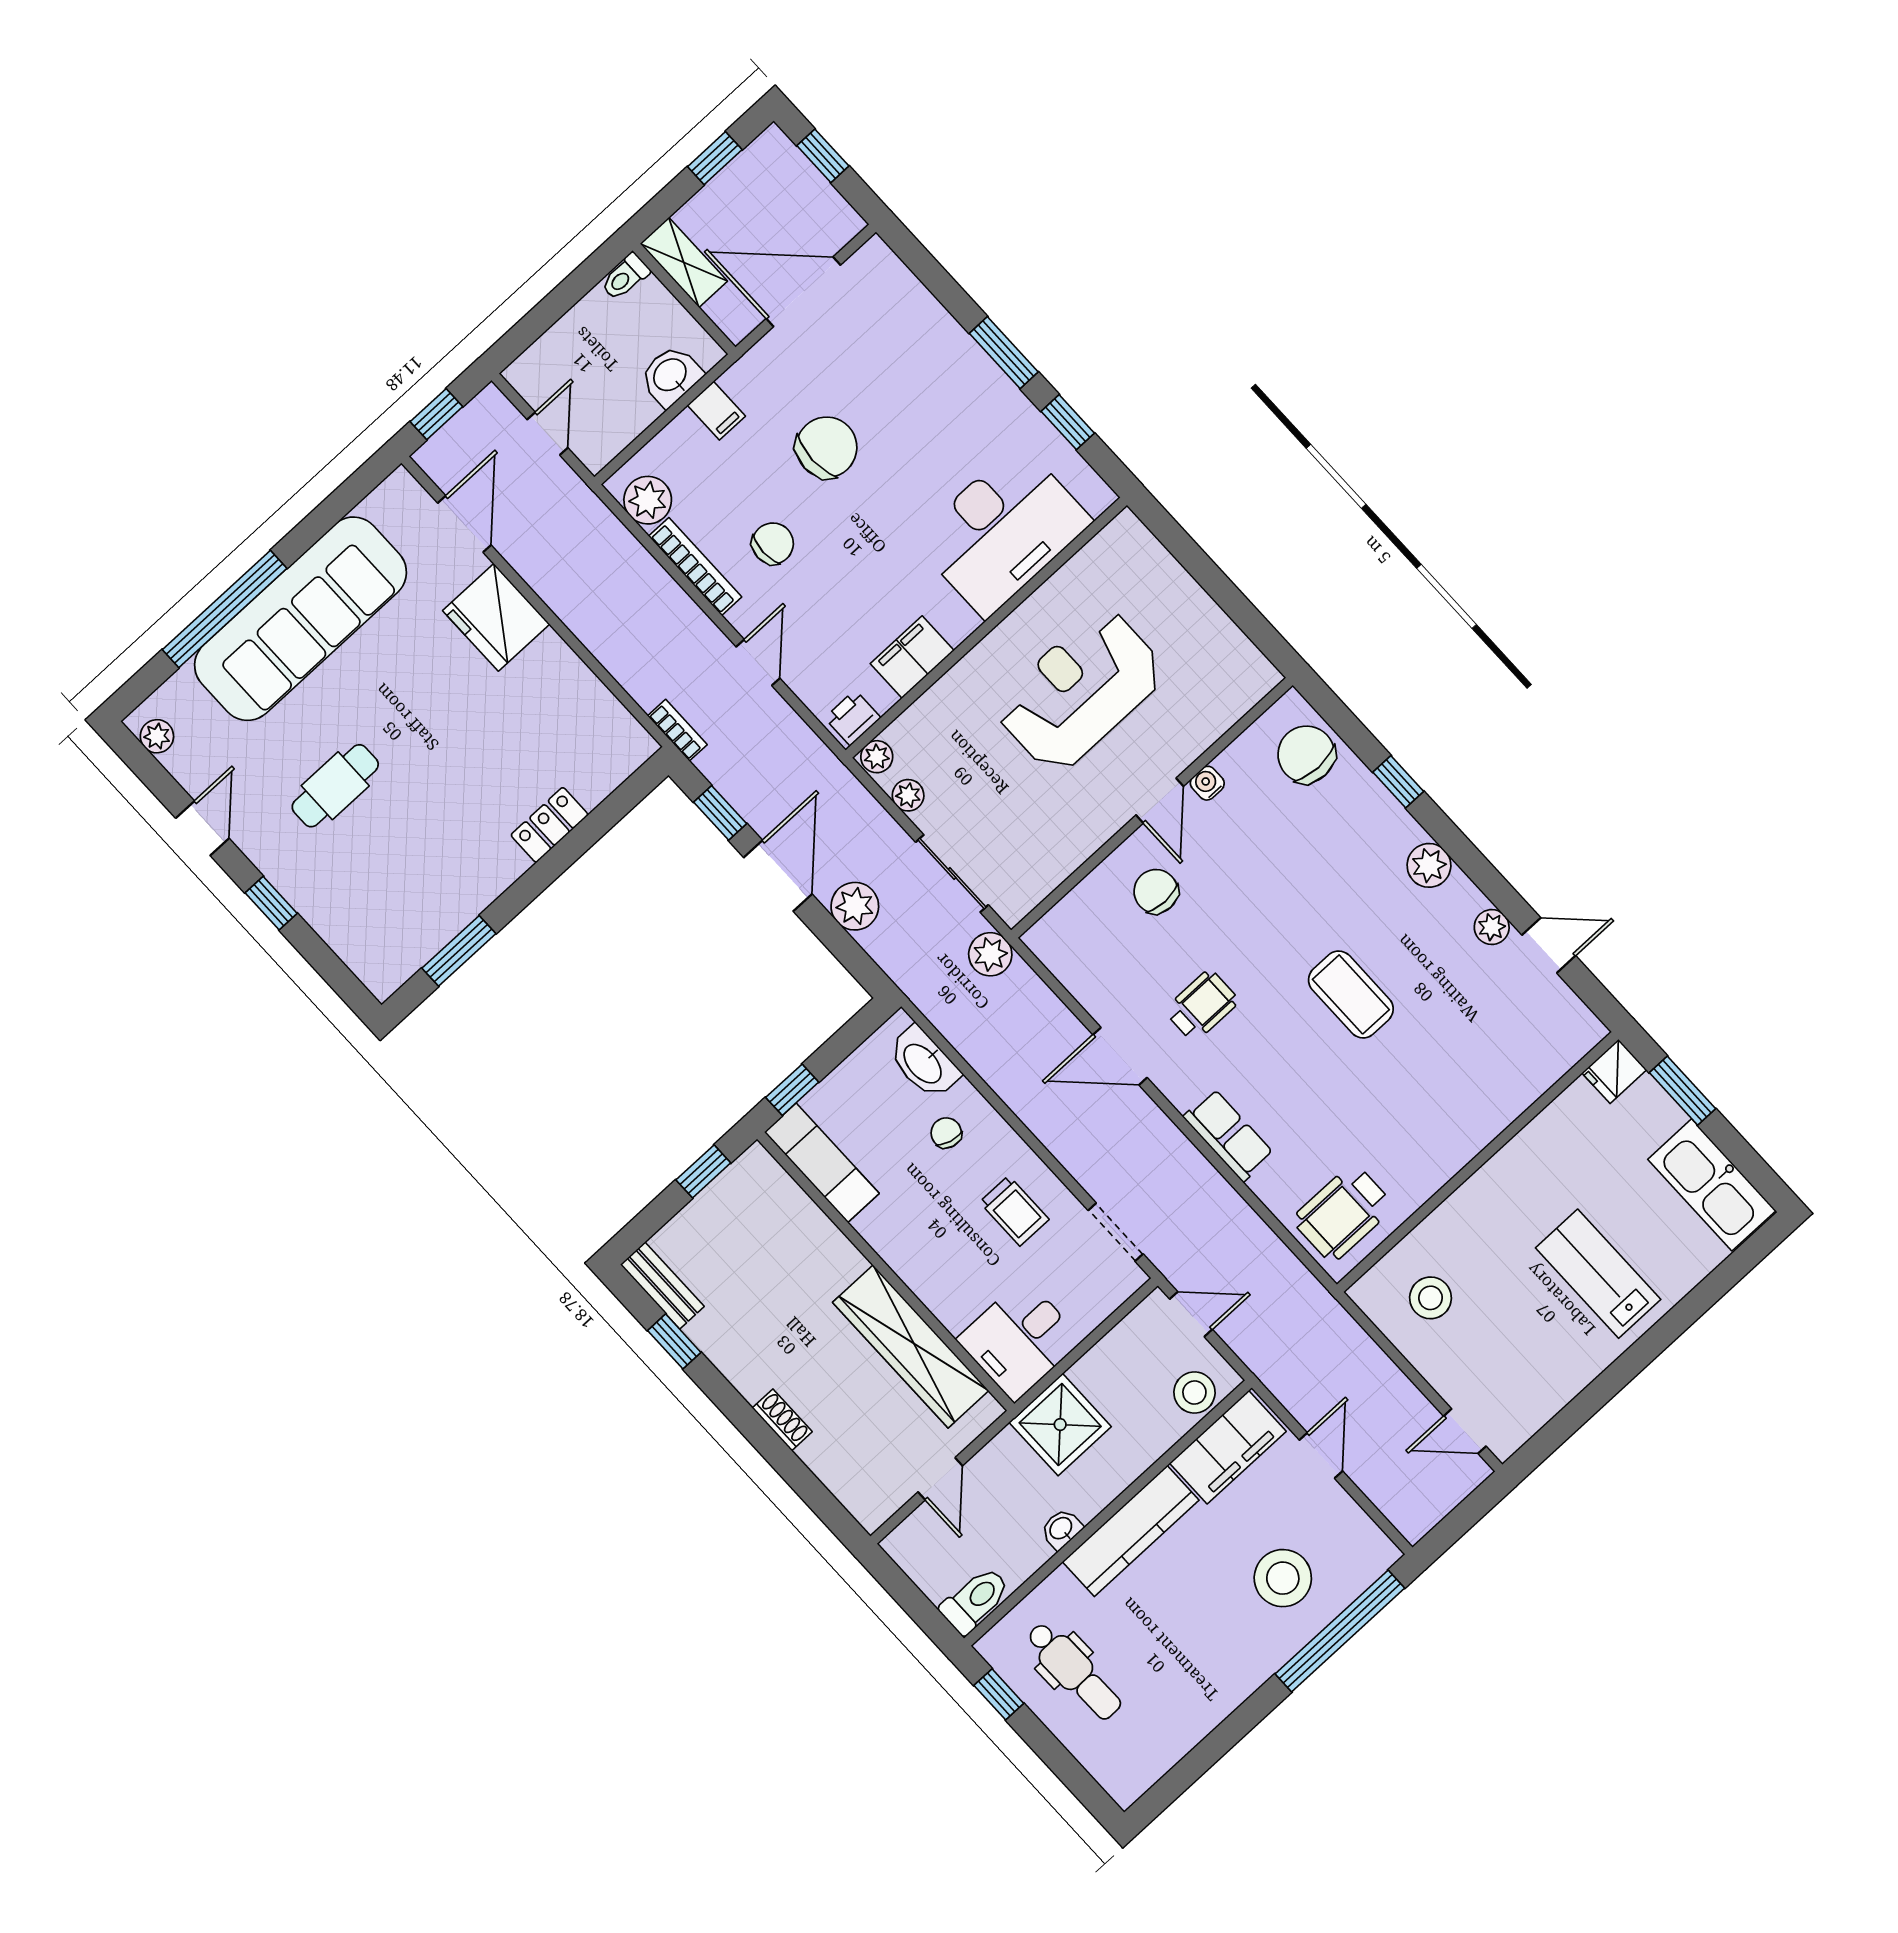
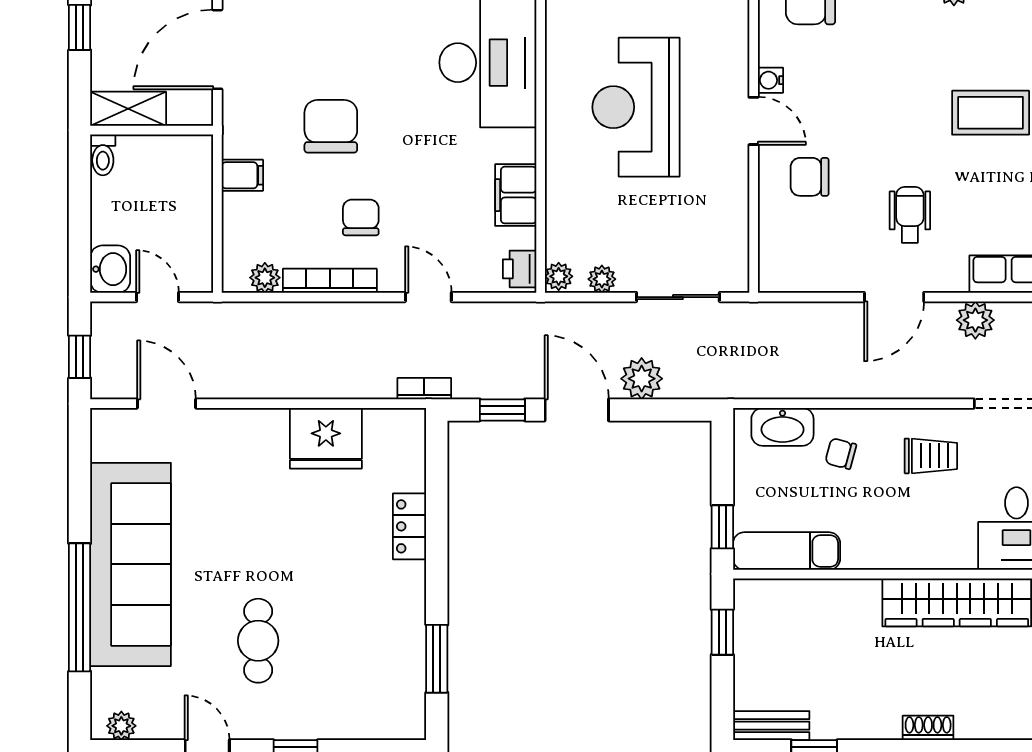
washbasin: (671, 376) -> (110, 269), moved, turned 180
plant: (648, 500) -> (265, 278), width x0.73, depth x0.73
fridge: (496, 617) -> (326, 438), moved
plant: (990, 954) -> (975, 320), moved

